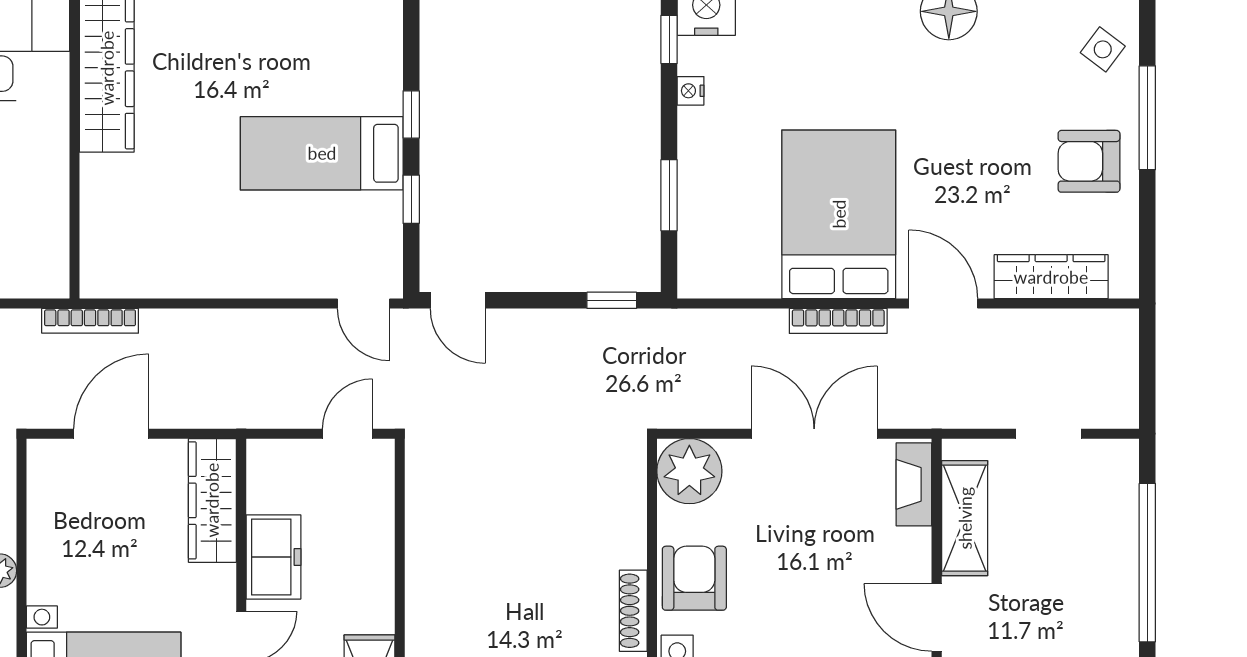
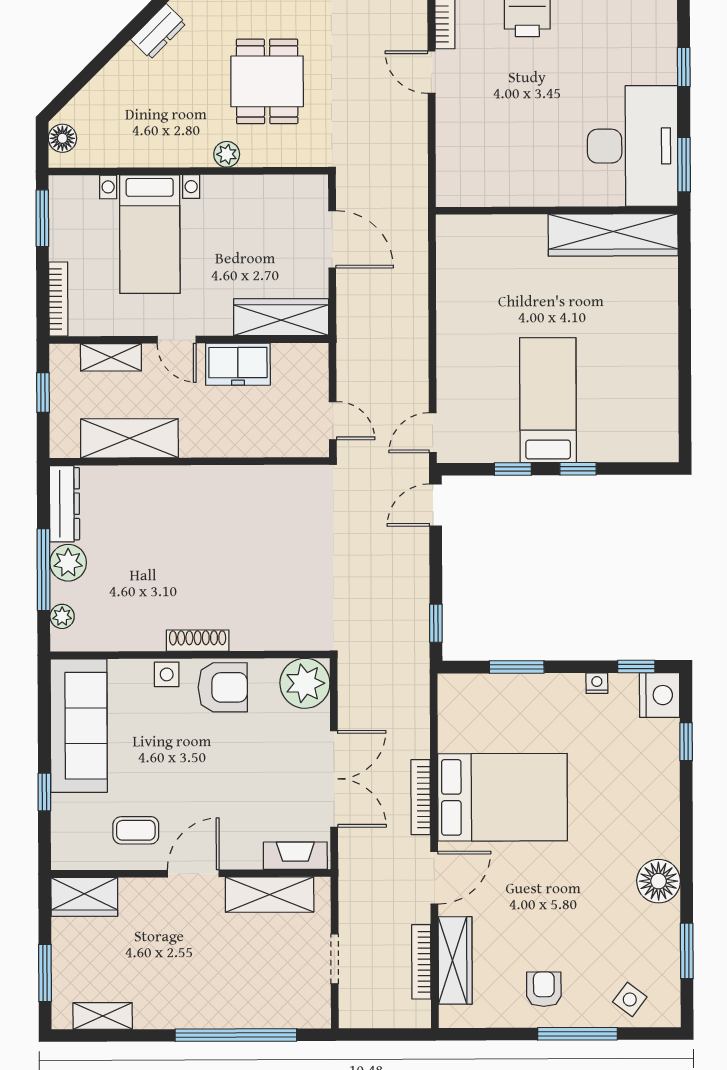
armchair: (1089, 161) -> (544, 989), width x0.72, depth x0.72
bookcase: (90, 321) -> (421, 962), moved

